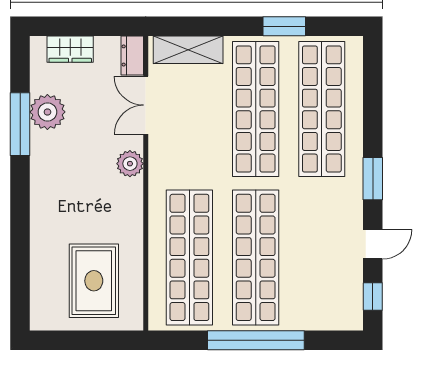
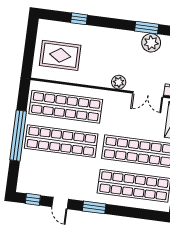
double door: (146, 105) -> (148, 94), swing flipped
window: (20, 124) -> (147, 28), width x0.69
window: (20, 254) -> (79, 19), added

